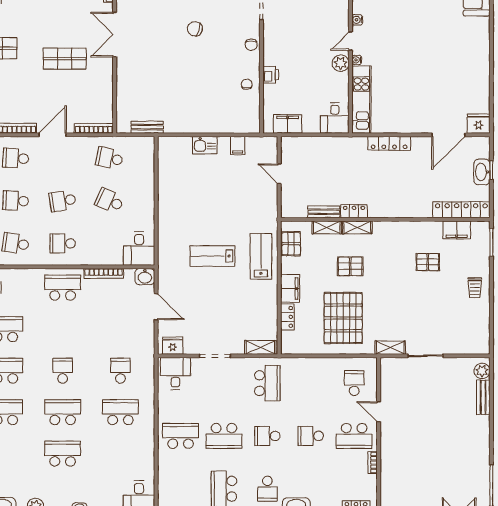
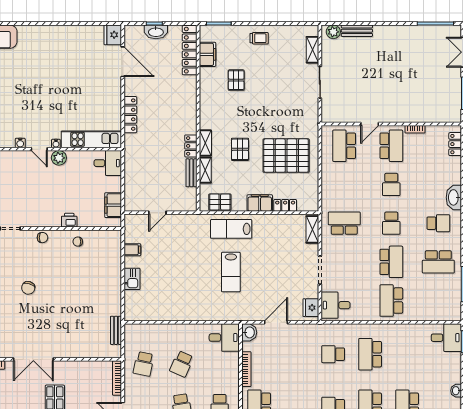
shelving: (390, 348) -> (312, 50), moved
school desk: (354, 383) -> (344, 146), width x1.85

